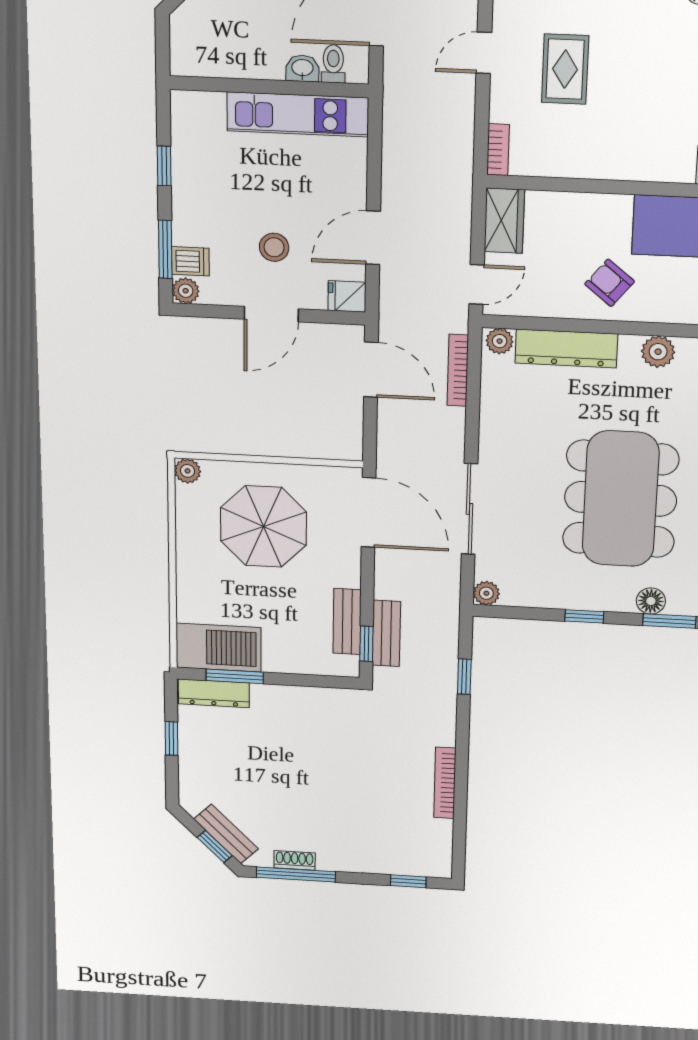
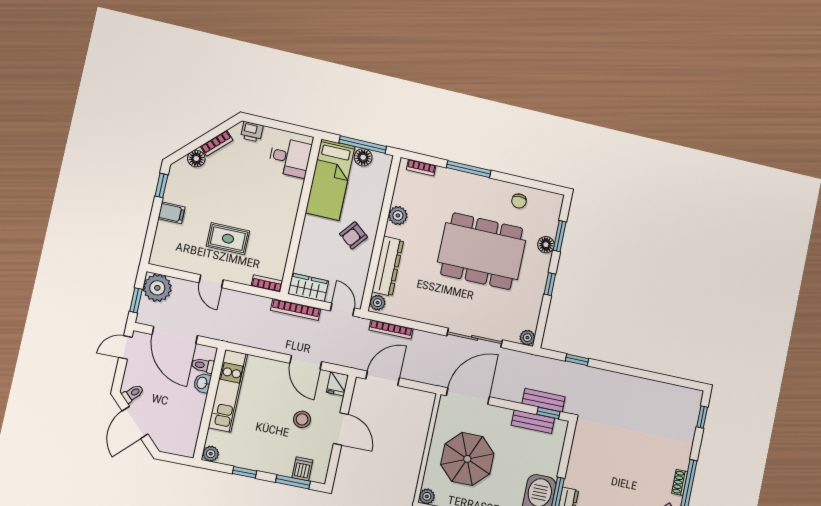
plant: (186, 291) -> (211, 454), moved
bookcase: (445, 783) -> (296, 310), moved

